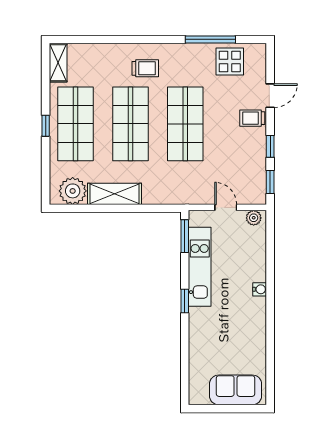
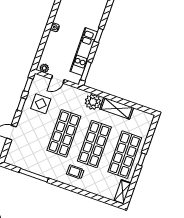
display table: (230, 62) -> (41, 104), moved
trolley: (252, 118) -> (26, 124), removed
plant: (73, 191) -> (93, 102), moved
door: (226, 207) -> (58, 79), hinge flipped

